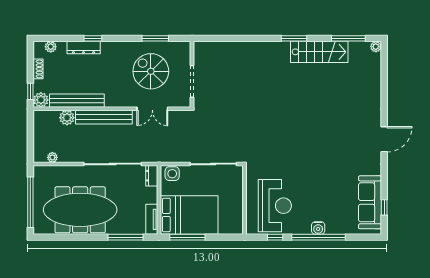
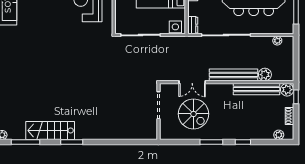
window: (155, 38) -> (211, 142), moved
dresser: (84, 47) -> (251, 134), removed
double door: (152, 109) -> (192, 82), swing flipped

